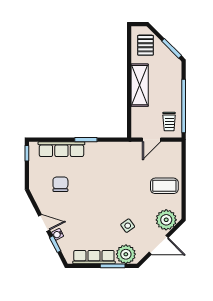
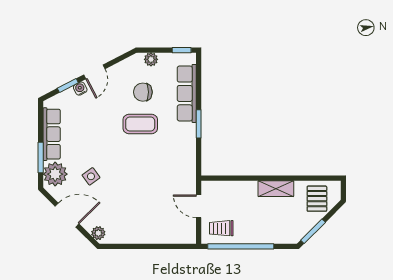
pallet: (145, 45) -> (317, 199), turned 90
shelving: (140, 85) -> (276, 189), width x0.67, depth x0.75
plant: (34, 178) -> (151, 59), added
chair: (60, 184) -> (143, 92), turned 180
coffee table: (164, 186) -> (140, 124), moved, turned 90
plant: (166, 220) -> (98, 233), width x0.53, depth x0.53
door: (159, 245) -> (67, 215), swing flipped

